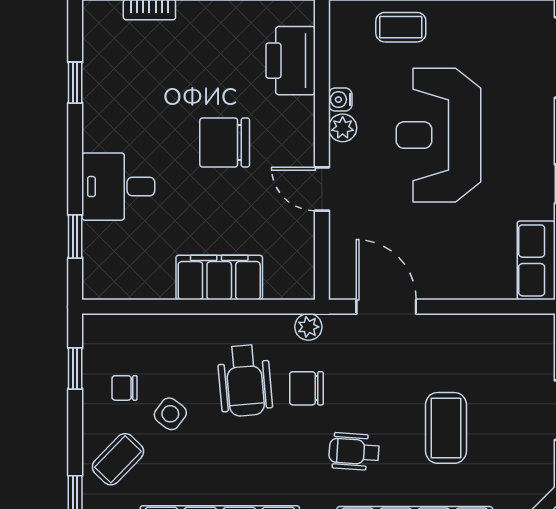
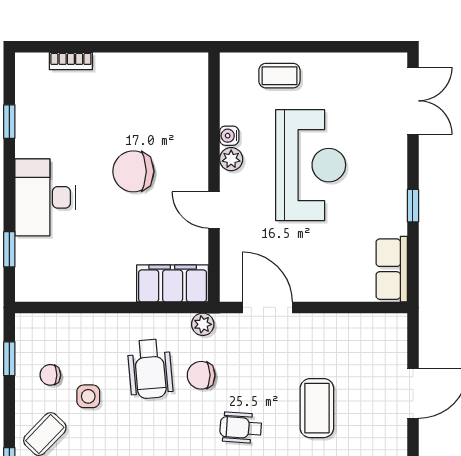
printer: (291, 61) -> (188, 103), removed
reception desk: (438, 135) -> (311, 165), turned 180
desk: (118, 187) -> (45, 197), width x1.37
filing cabinet: (219, 278) -> (173, 283), moved
side table: (170, 414) -> (88, 396), turned -37

